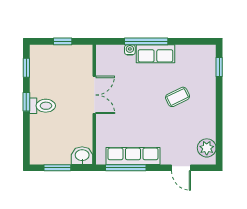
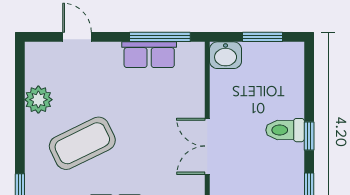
coffee table: (178, 97) -> (82, 143), width x1.86, depth x1.72
plant: (207, 148) -> (38, 100), moved
row of seats: (133, 156) -> (149, 55), width x0.68

